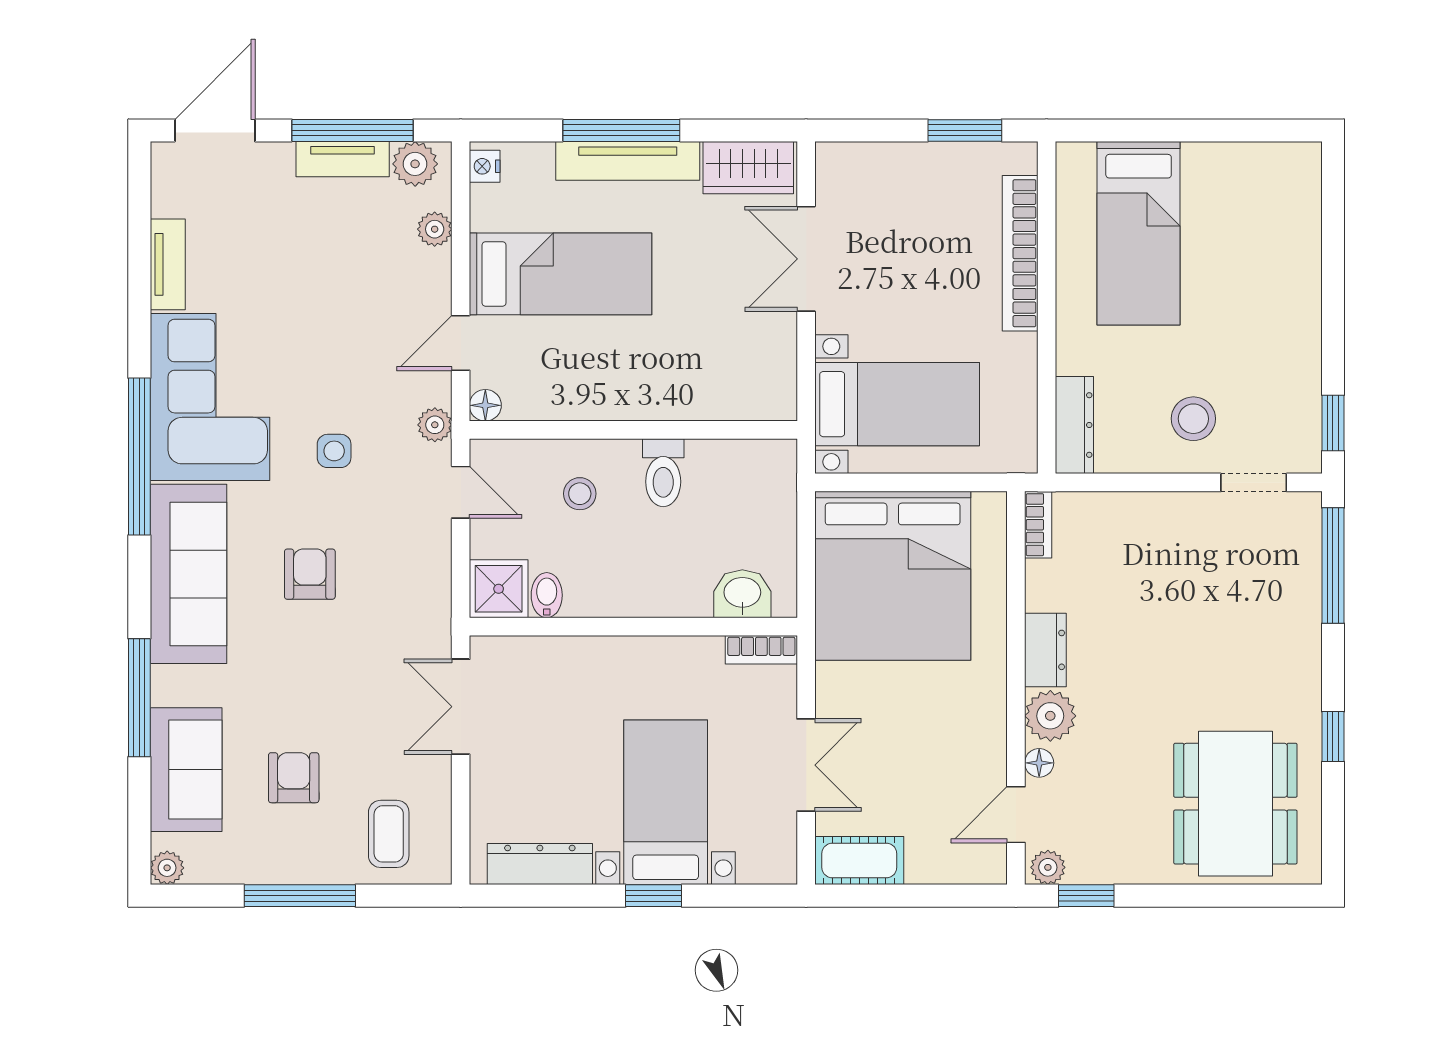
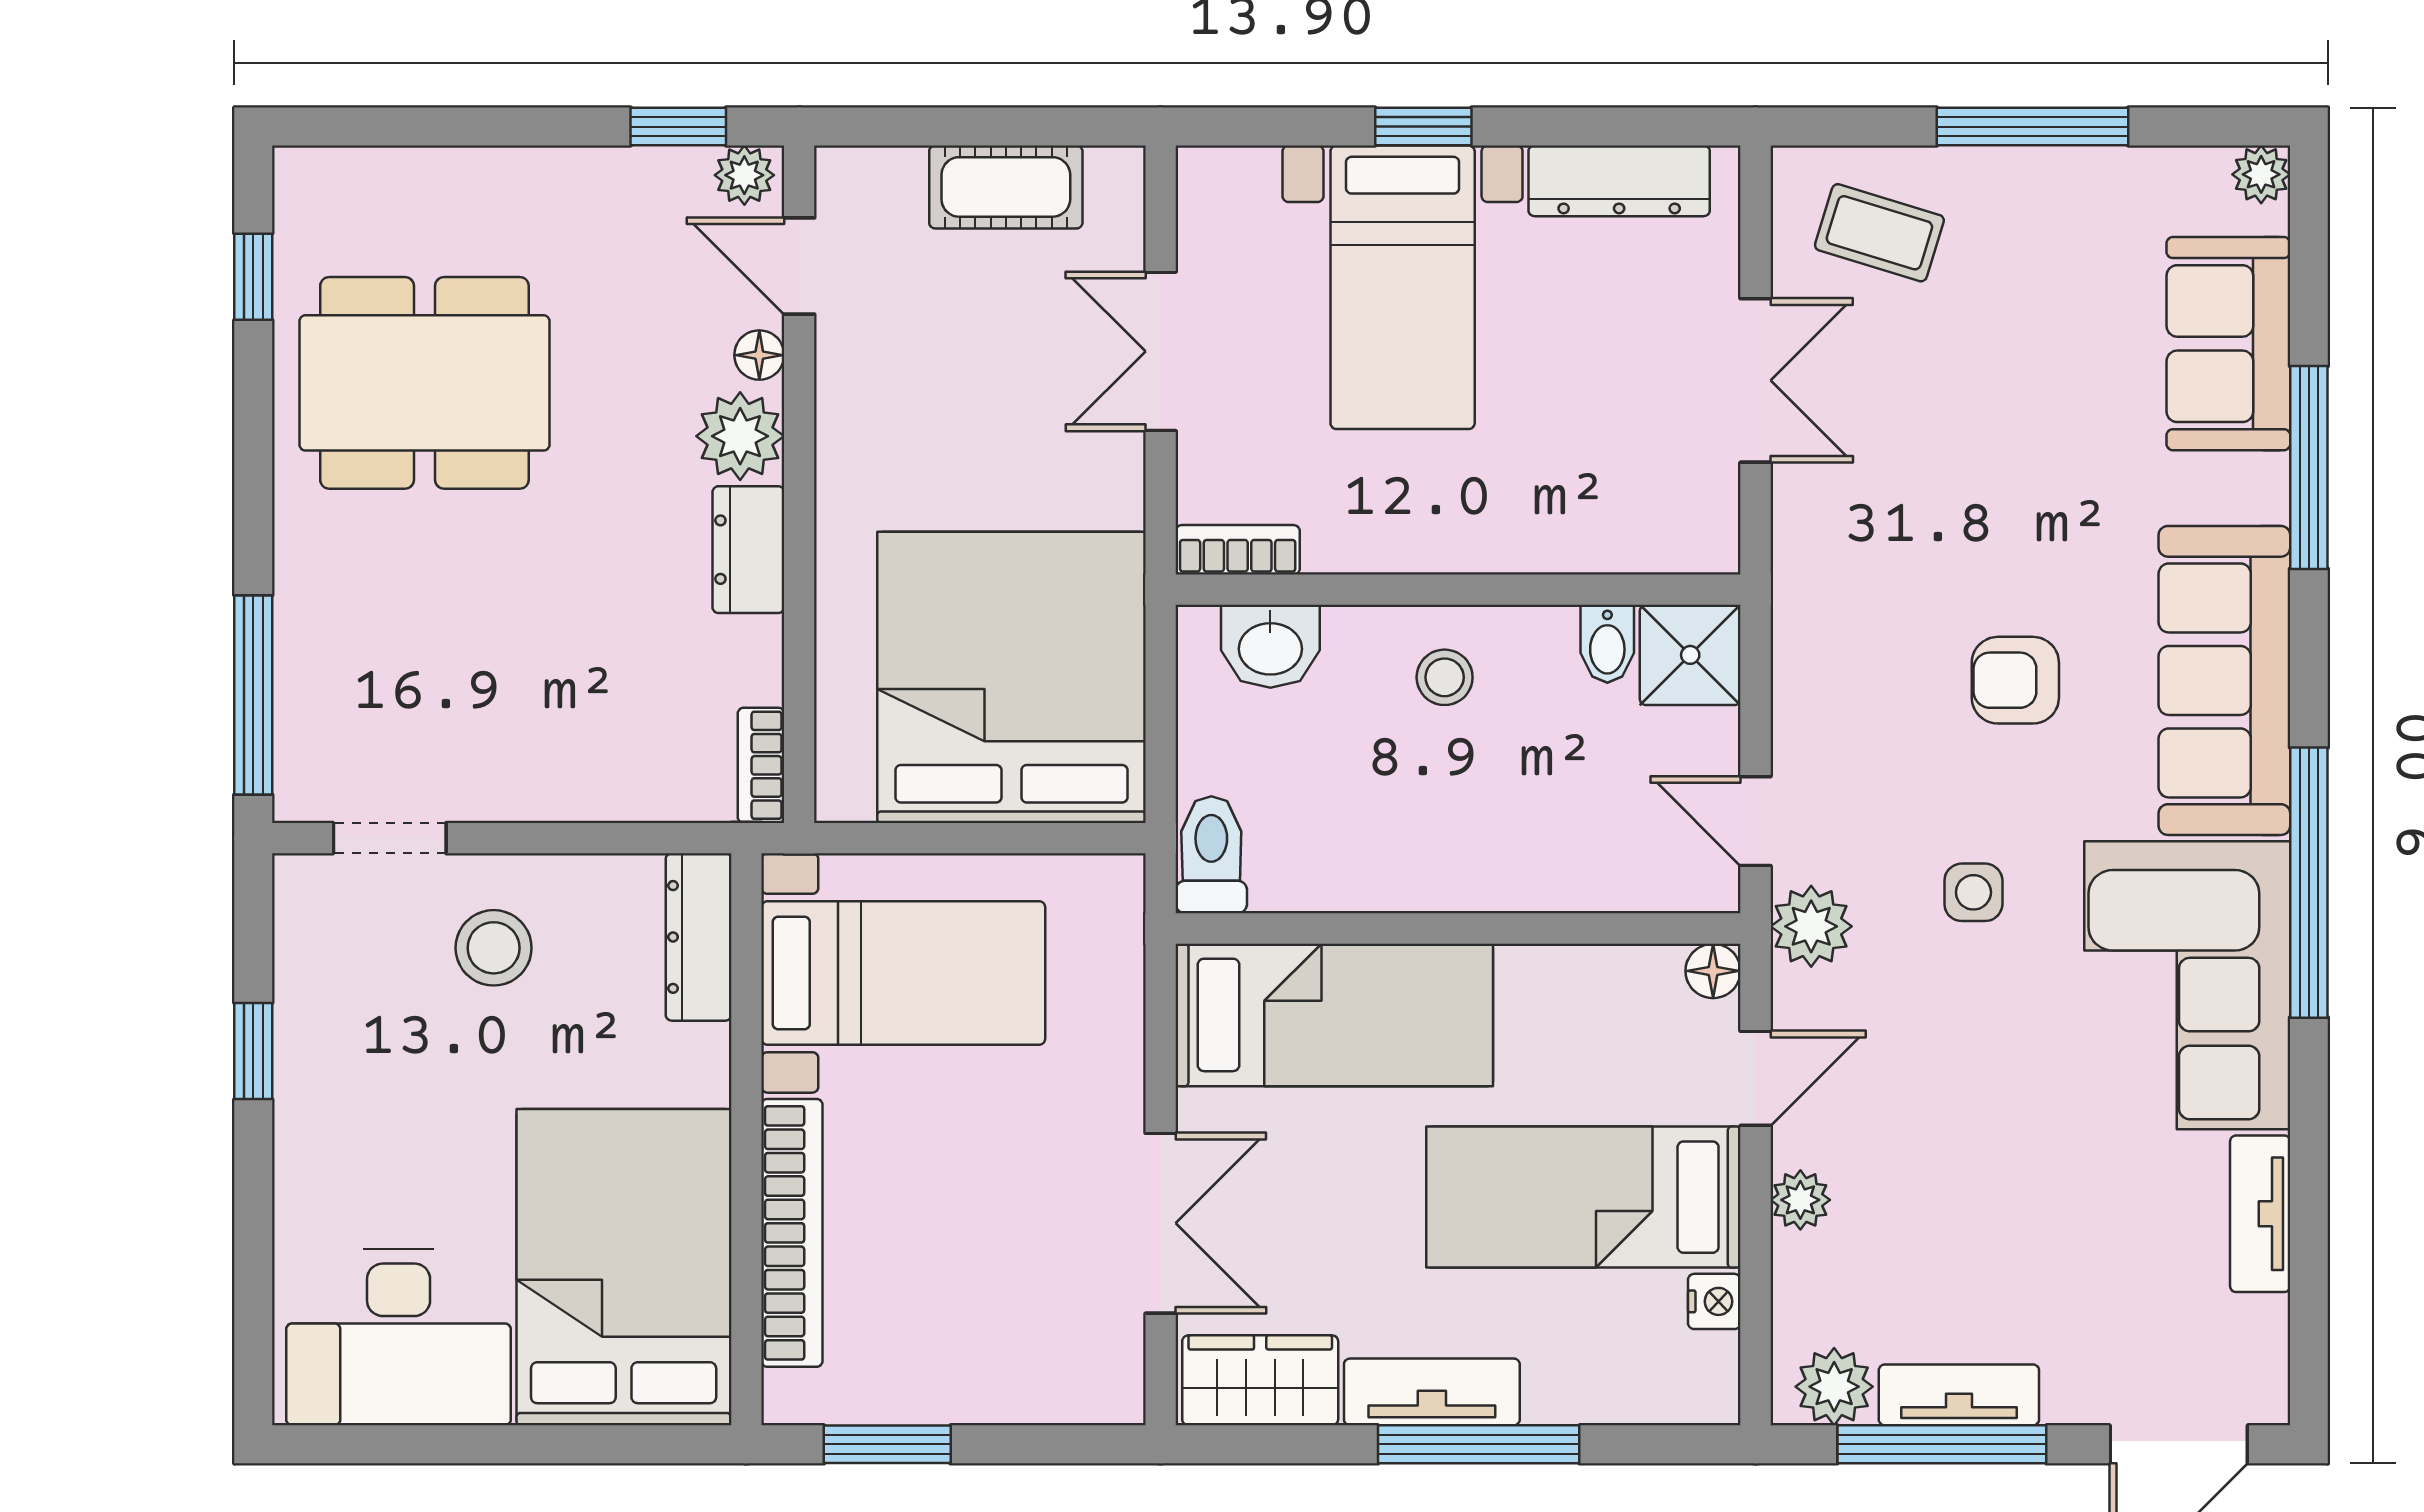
tv unit: (628, 161) -> (1432, 1392), width x0.71
nightstand: (485, 166) -> (1714, 1301), moved
desk: (1249, 193) -> (399, 1337), added
plant: (435, 229) -> (1800, 1200), moved
bed: (1139, 233) -> (624, 1267), width x1.50
bed: (705, 380) -> (1334, 1015), added
bed with nightstands: (897, 404) -> (903, 973), moved, turned 180
window: (1333, 423) -> (253, 1051), moved
plant: (435, 425) -> (1811, 926), width x1.38, depth x1.38
toilet: (663, 473) -> (1211, 855), moved
stool: (580, 494) -> (1445, 677), moved
armchair: (310, 574) -> (2015, 680), turned 90
double door: (461, 707) -> (1755, 380), moved
window: (1333, 737) -> (253, 277), moved
armchair: (294, 778) -> (2043, 330), removed
dining table: (1235, 804) -> (424, 383), moved, turned 90
door: (1016, 815) -> (799, 266), swing flipped
coffee table: (389, 834) -> (1879, 233), turned -73
cot: (859, 860) -> (1006, 187), moved

